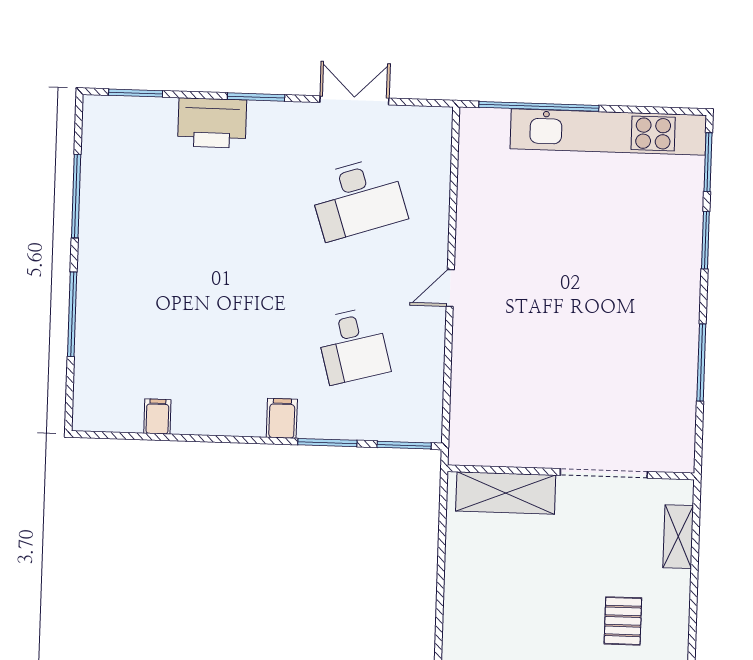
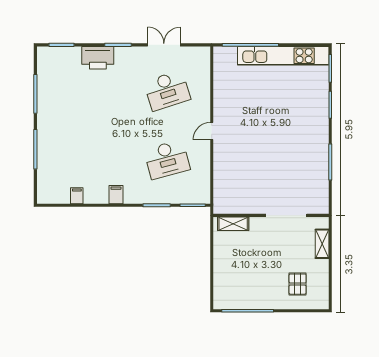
desk: (353, 346) -> (167, 160), width x1.37
filing cabinet: (282, 418) -> (116, 195), moved
shelving: (506, 493) -> (233, 224), width x0.67, depth x0.75

